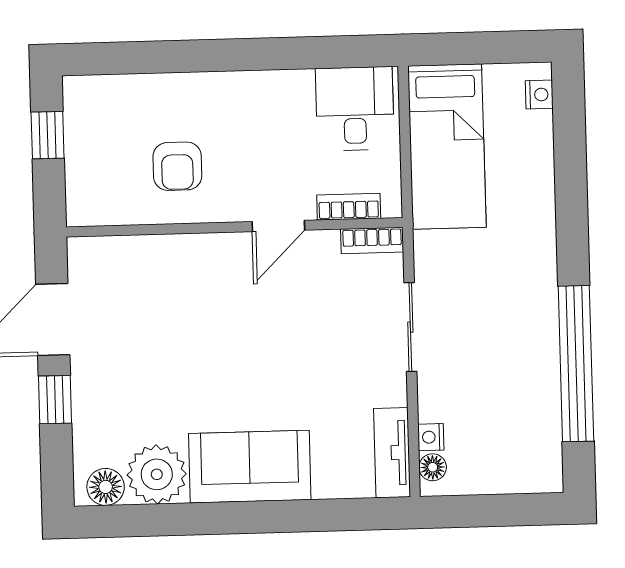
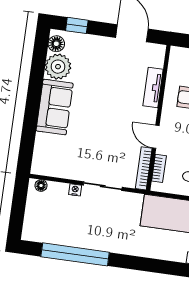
bookcase: (372, 241) -> (144, 168), width x1.56
window: (55, 400) -> (77, 25), moved
nightstand: (431, 437) -> (75, 190), moved
tv unit: (392, 453) -> (153, 87), moved, turned -90

